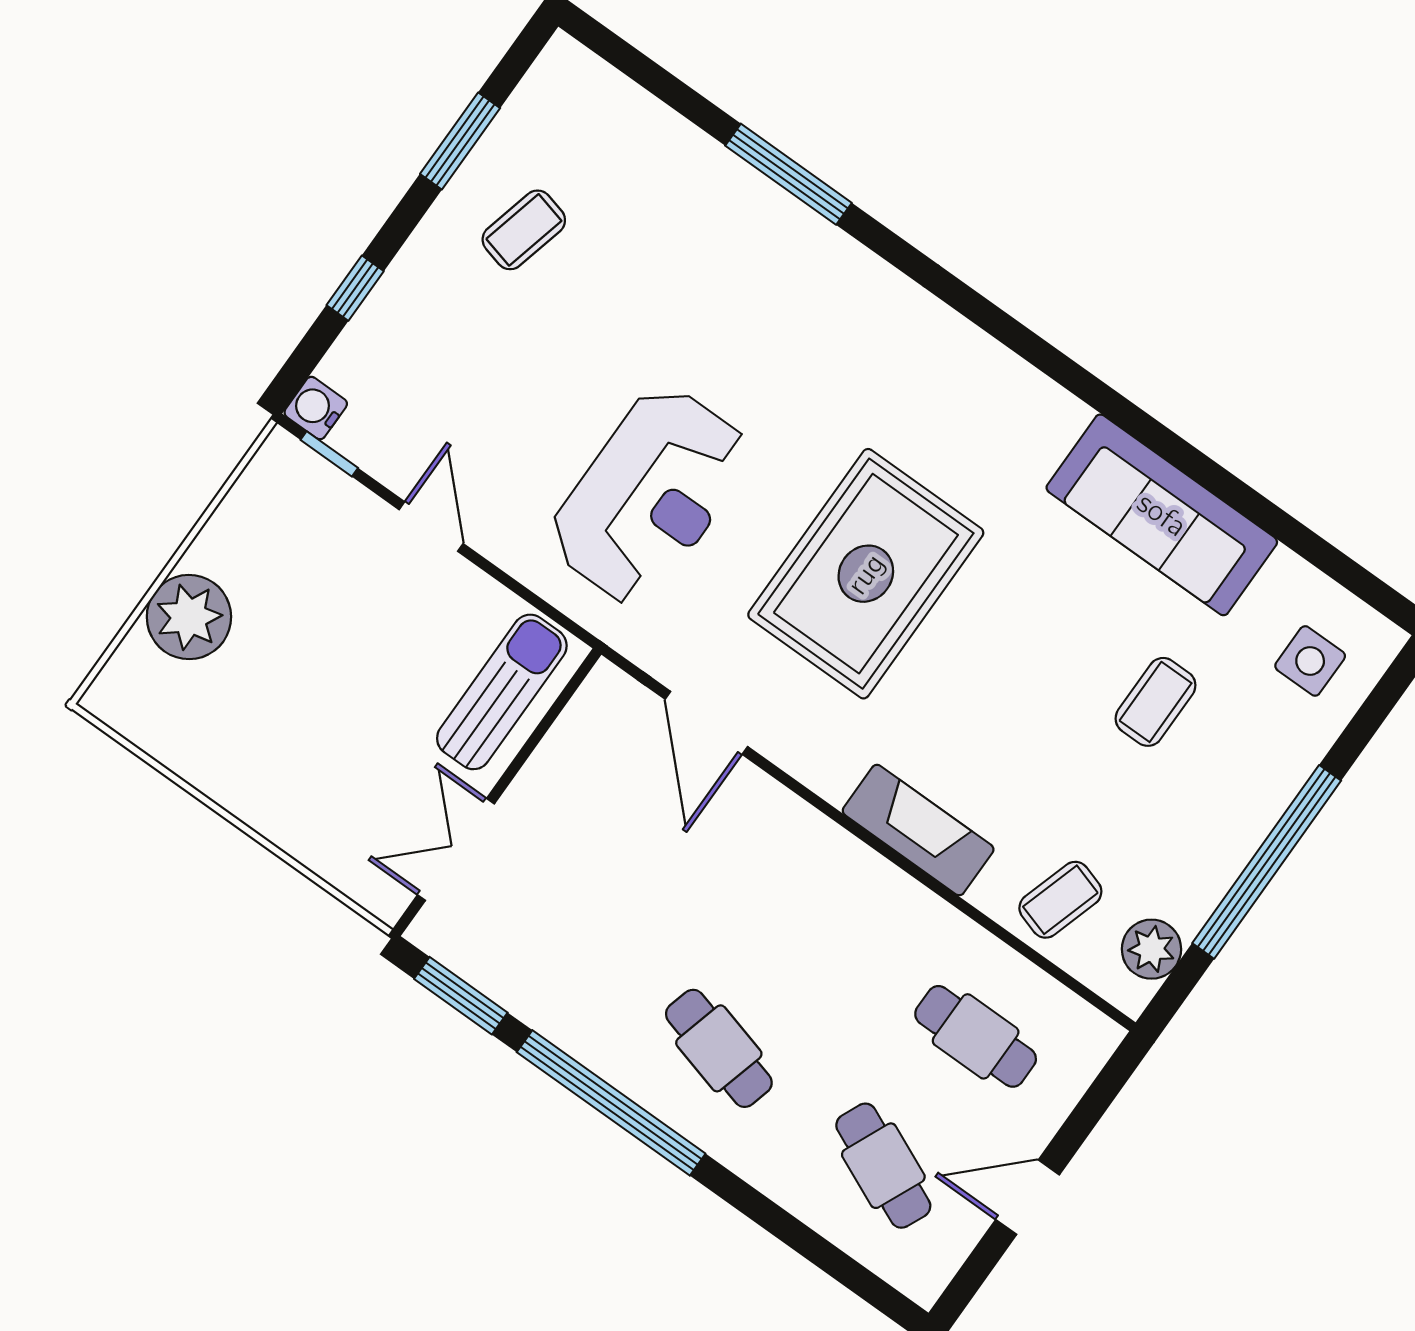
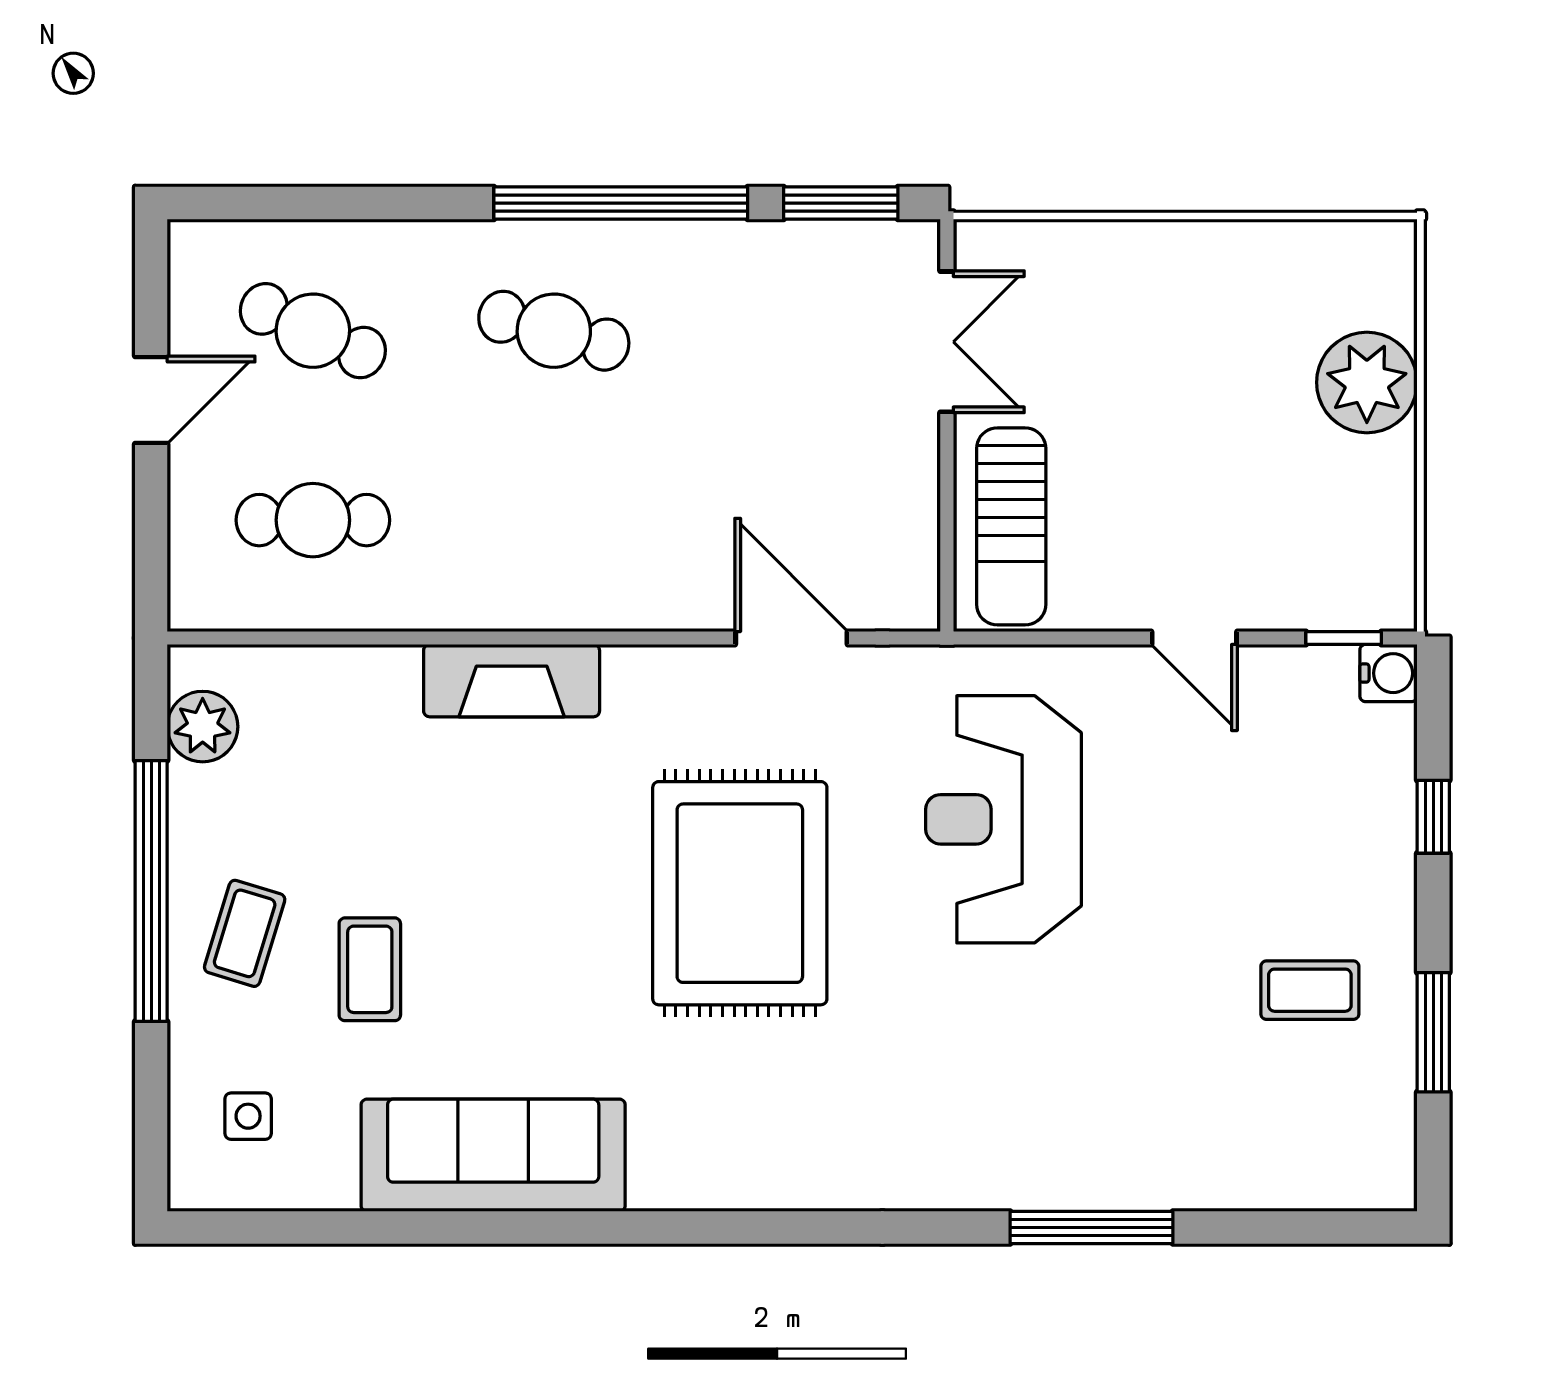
coffee table: (524, 230) -> (1310, 990), turned 76
side table: (1310, 661) -> (248, 1116), width x0.73, depth x0.73
coffee table: (1060, 900) -> (245, 933), moved

